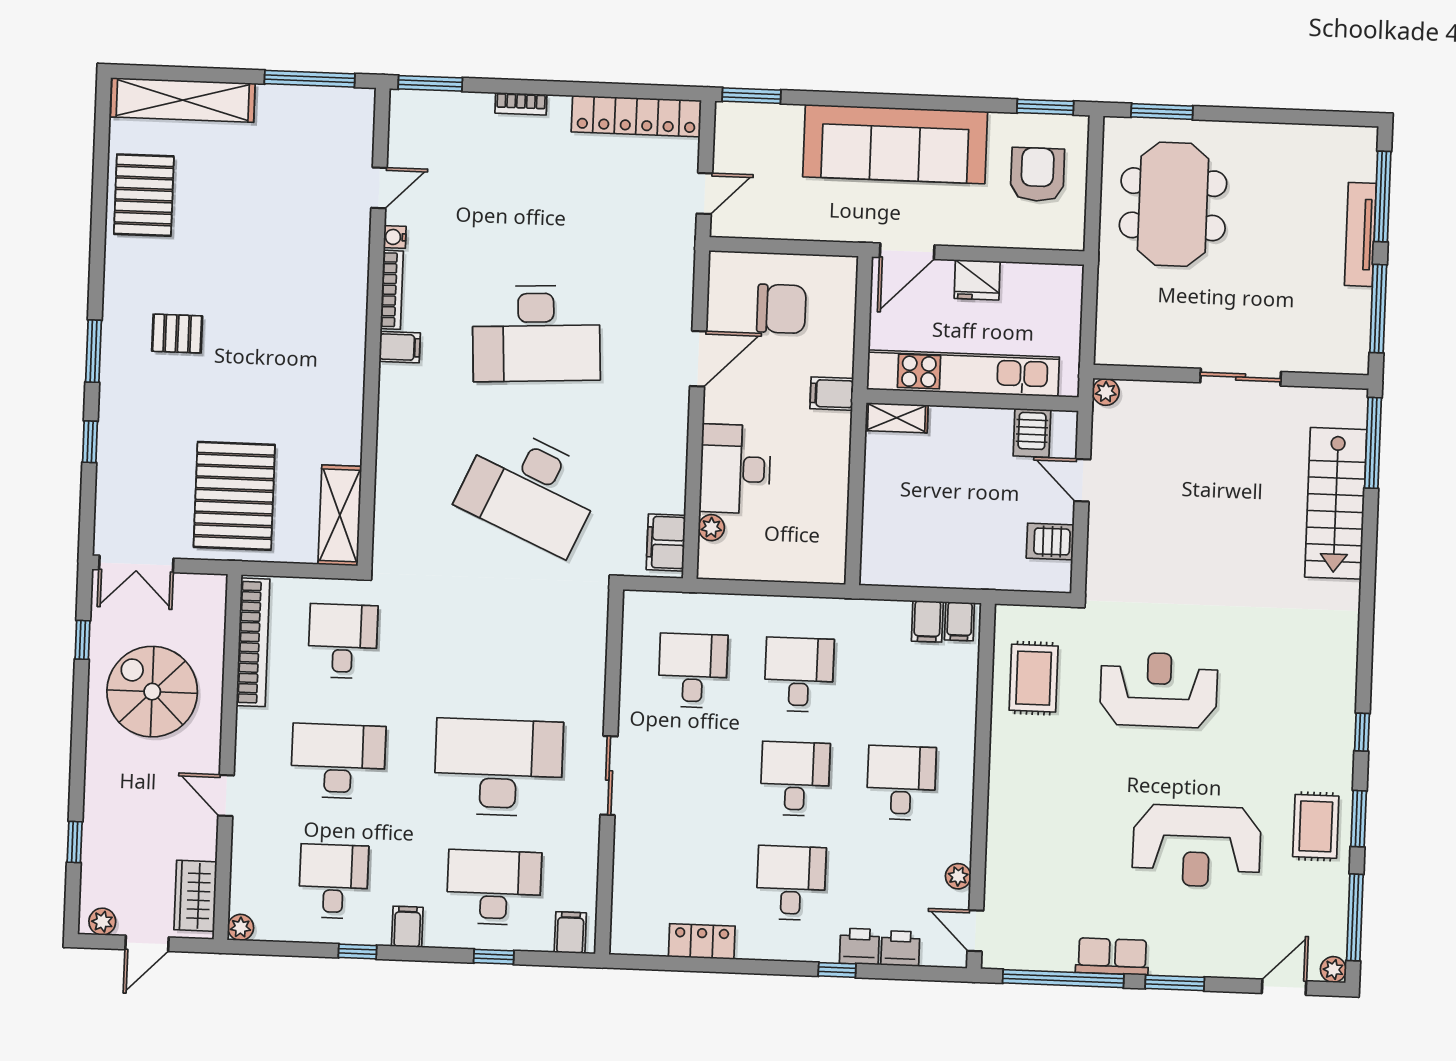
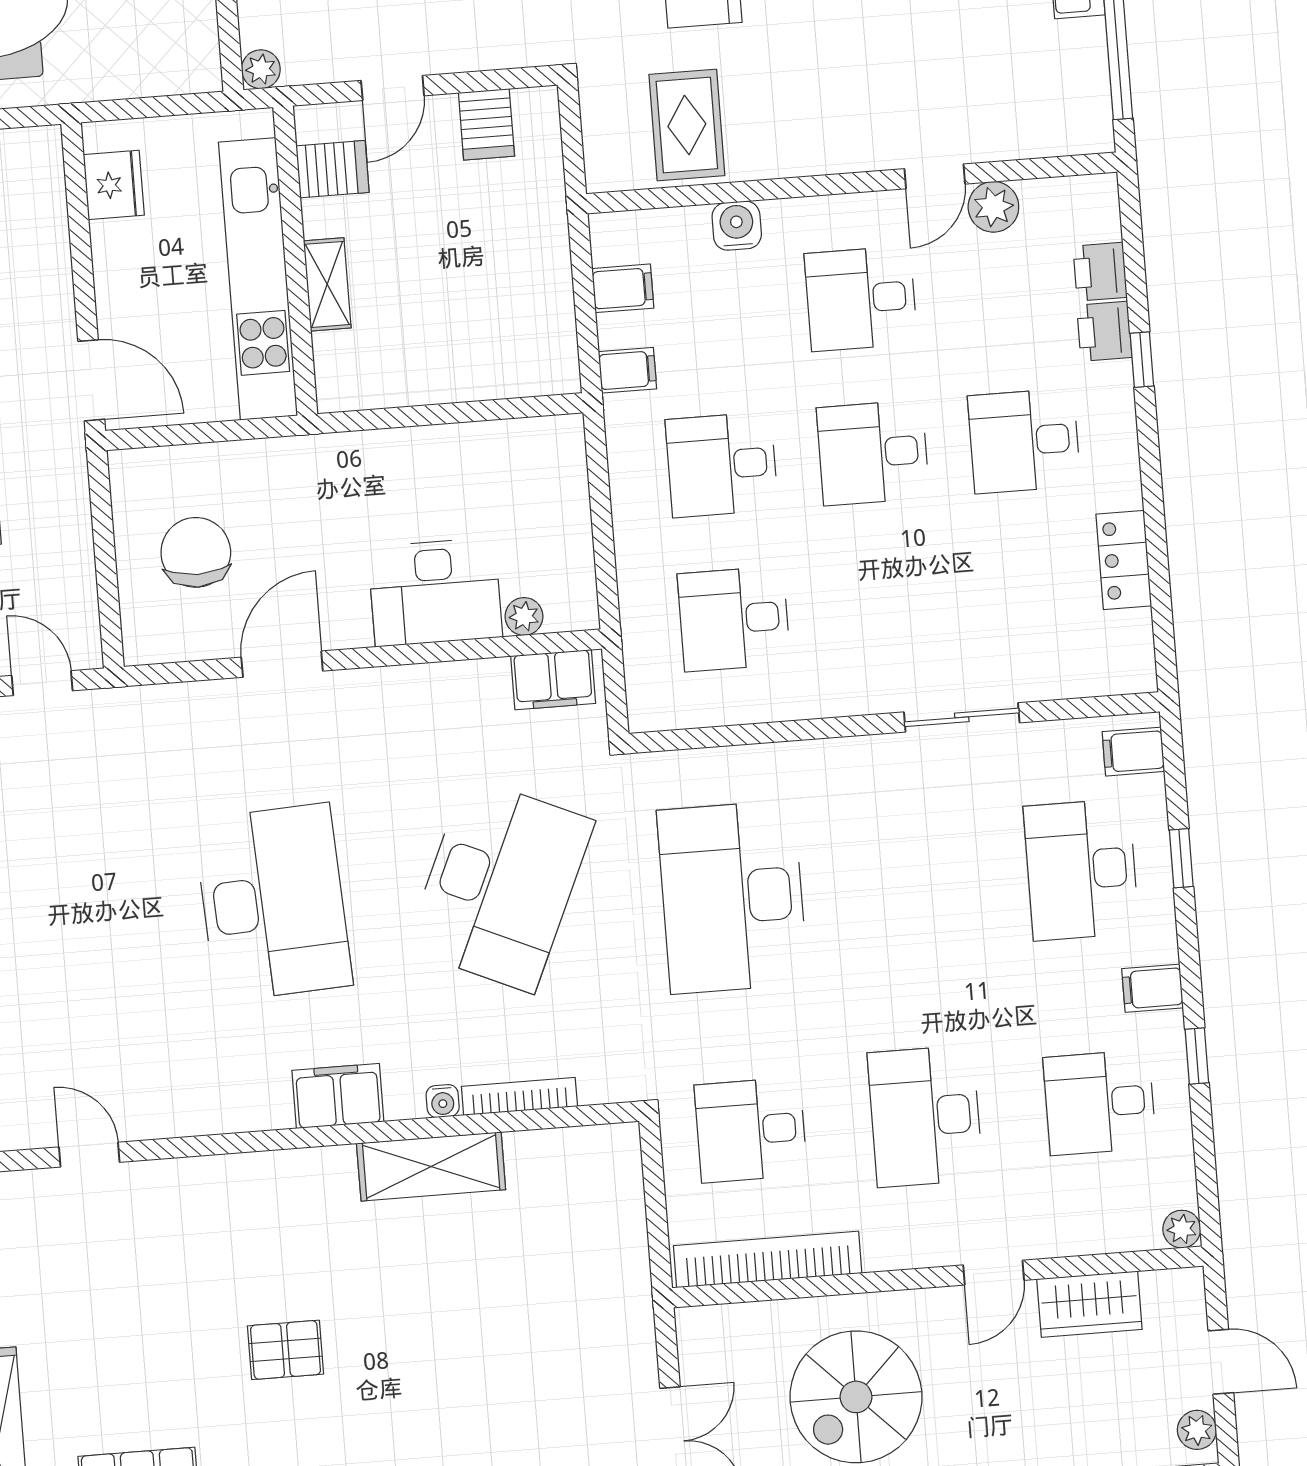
water cooler: (395, 237) -> (443, 1101), moved
fridge: (977, 280) -> (114, 185), moved
bookcase: (392, 290) -> (519, 1096), moved
pallet: (177, 334) -> (286, 1350), moved, turned 90
filing cabinet: (400, 347) -> (338, 1096), width x2.00
door: (698, 359) -> (282, 664), hinge flipped
filing cabinet: (832, 394) -> (310, 465), removed
shelving: (897, 418) -> (327, 284), moved
pallet: (234, 496) -> (559, 1312), removed
shelving: (340, 515) -> (431, 1167), moved
filing cabinet: (959, 621) -> (627, 370), moved
rug: (1034, 678) -> (687, 125), turned 90
water cooler: (961, 704) -> (737, 226), added
desk: (499, 767) -> (732, 897), moved
sliding door: (609, 775) -> (962, 717), moved
plant: (958, 876) -> (993, 207), width x1.38, depth x1.38
wardrobe: (195, 896) -> (1089, 1304), moved
door: (975, 931) -> (935, 176), moved

